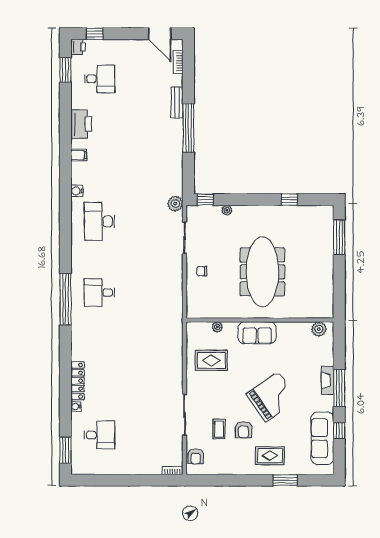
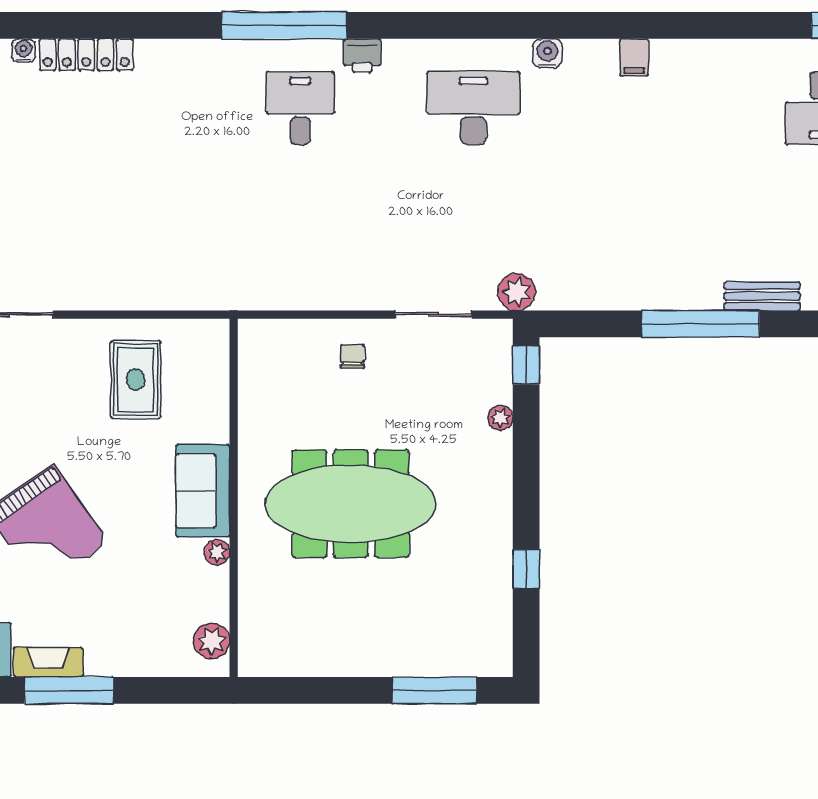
printer: (81, 124) -> (362, 56), moved, width x0.53, depth x0.68
plant: (217, 327) -> (217, 552), moved
fireplace: (328, 380) -> (48, 662), moved

